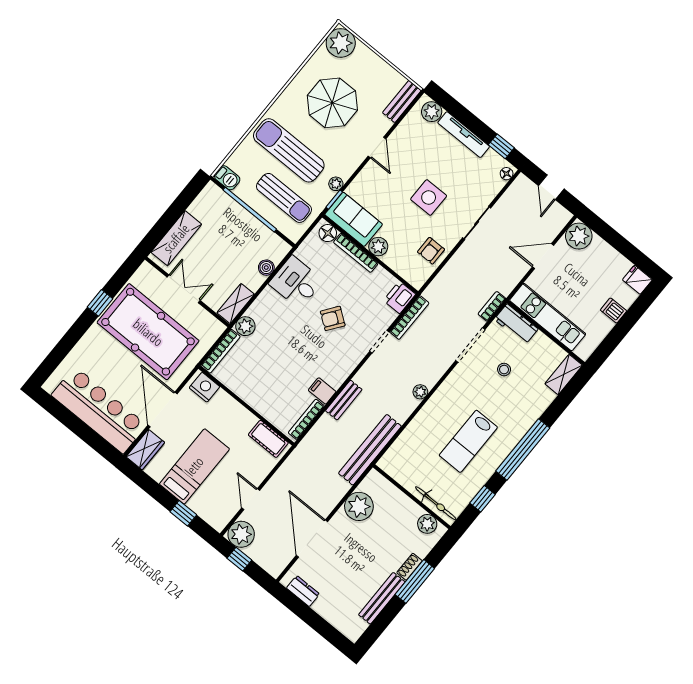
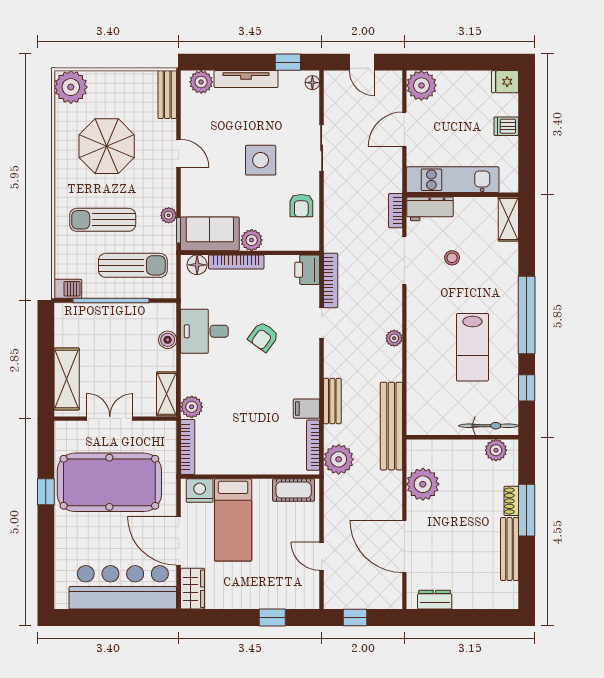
sun lounger: (289, 150) -> (103, 220), width x0.73, depth x0.75
bed: (194, 466) -> (233, 520), moved, turned 180
plant: (241, 534) -> (339, 459), moved

